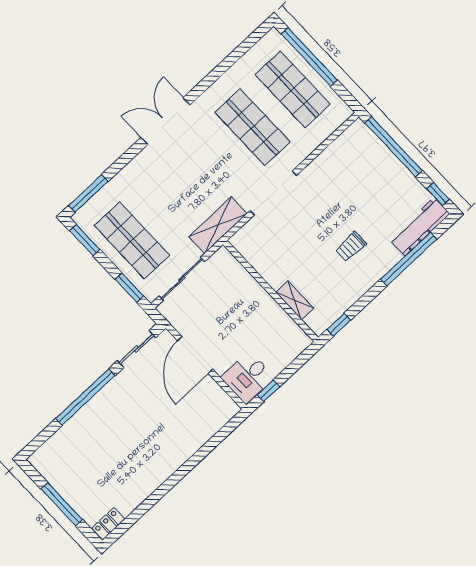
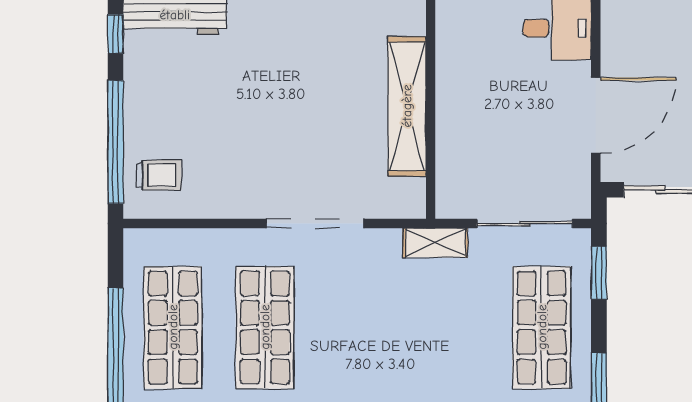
shelving: (218, 225) -> (435, 243), width x0.67, depth x0.75
trolley: (351, 247) -> (159, 175), moved
shelving: (295, 300) -> (407, 106), width x2.20, depth x1.33

